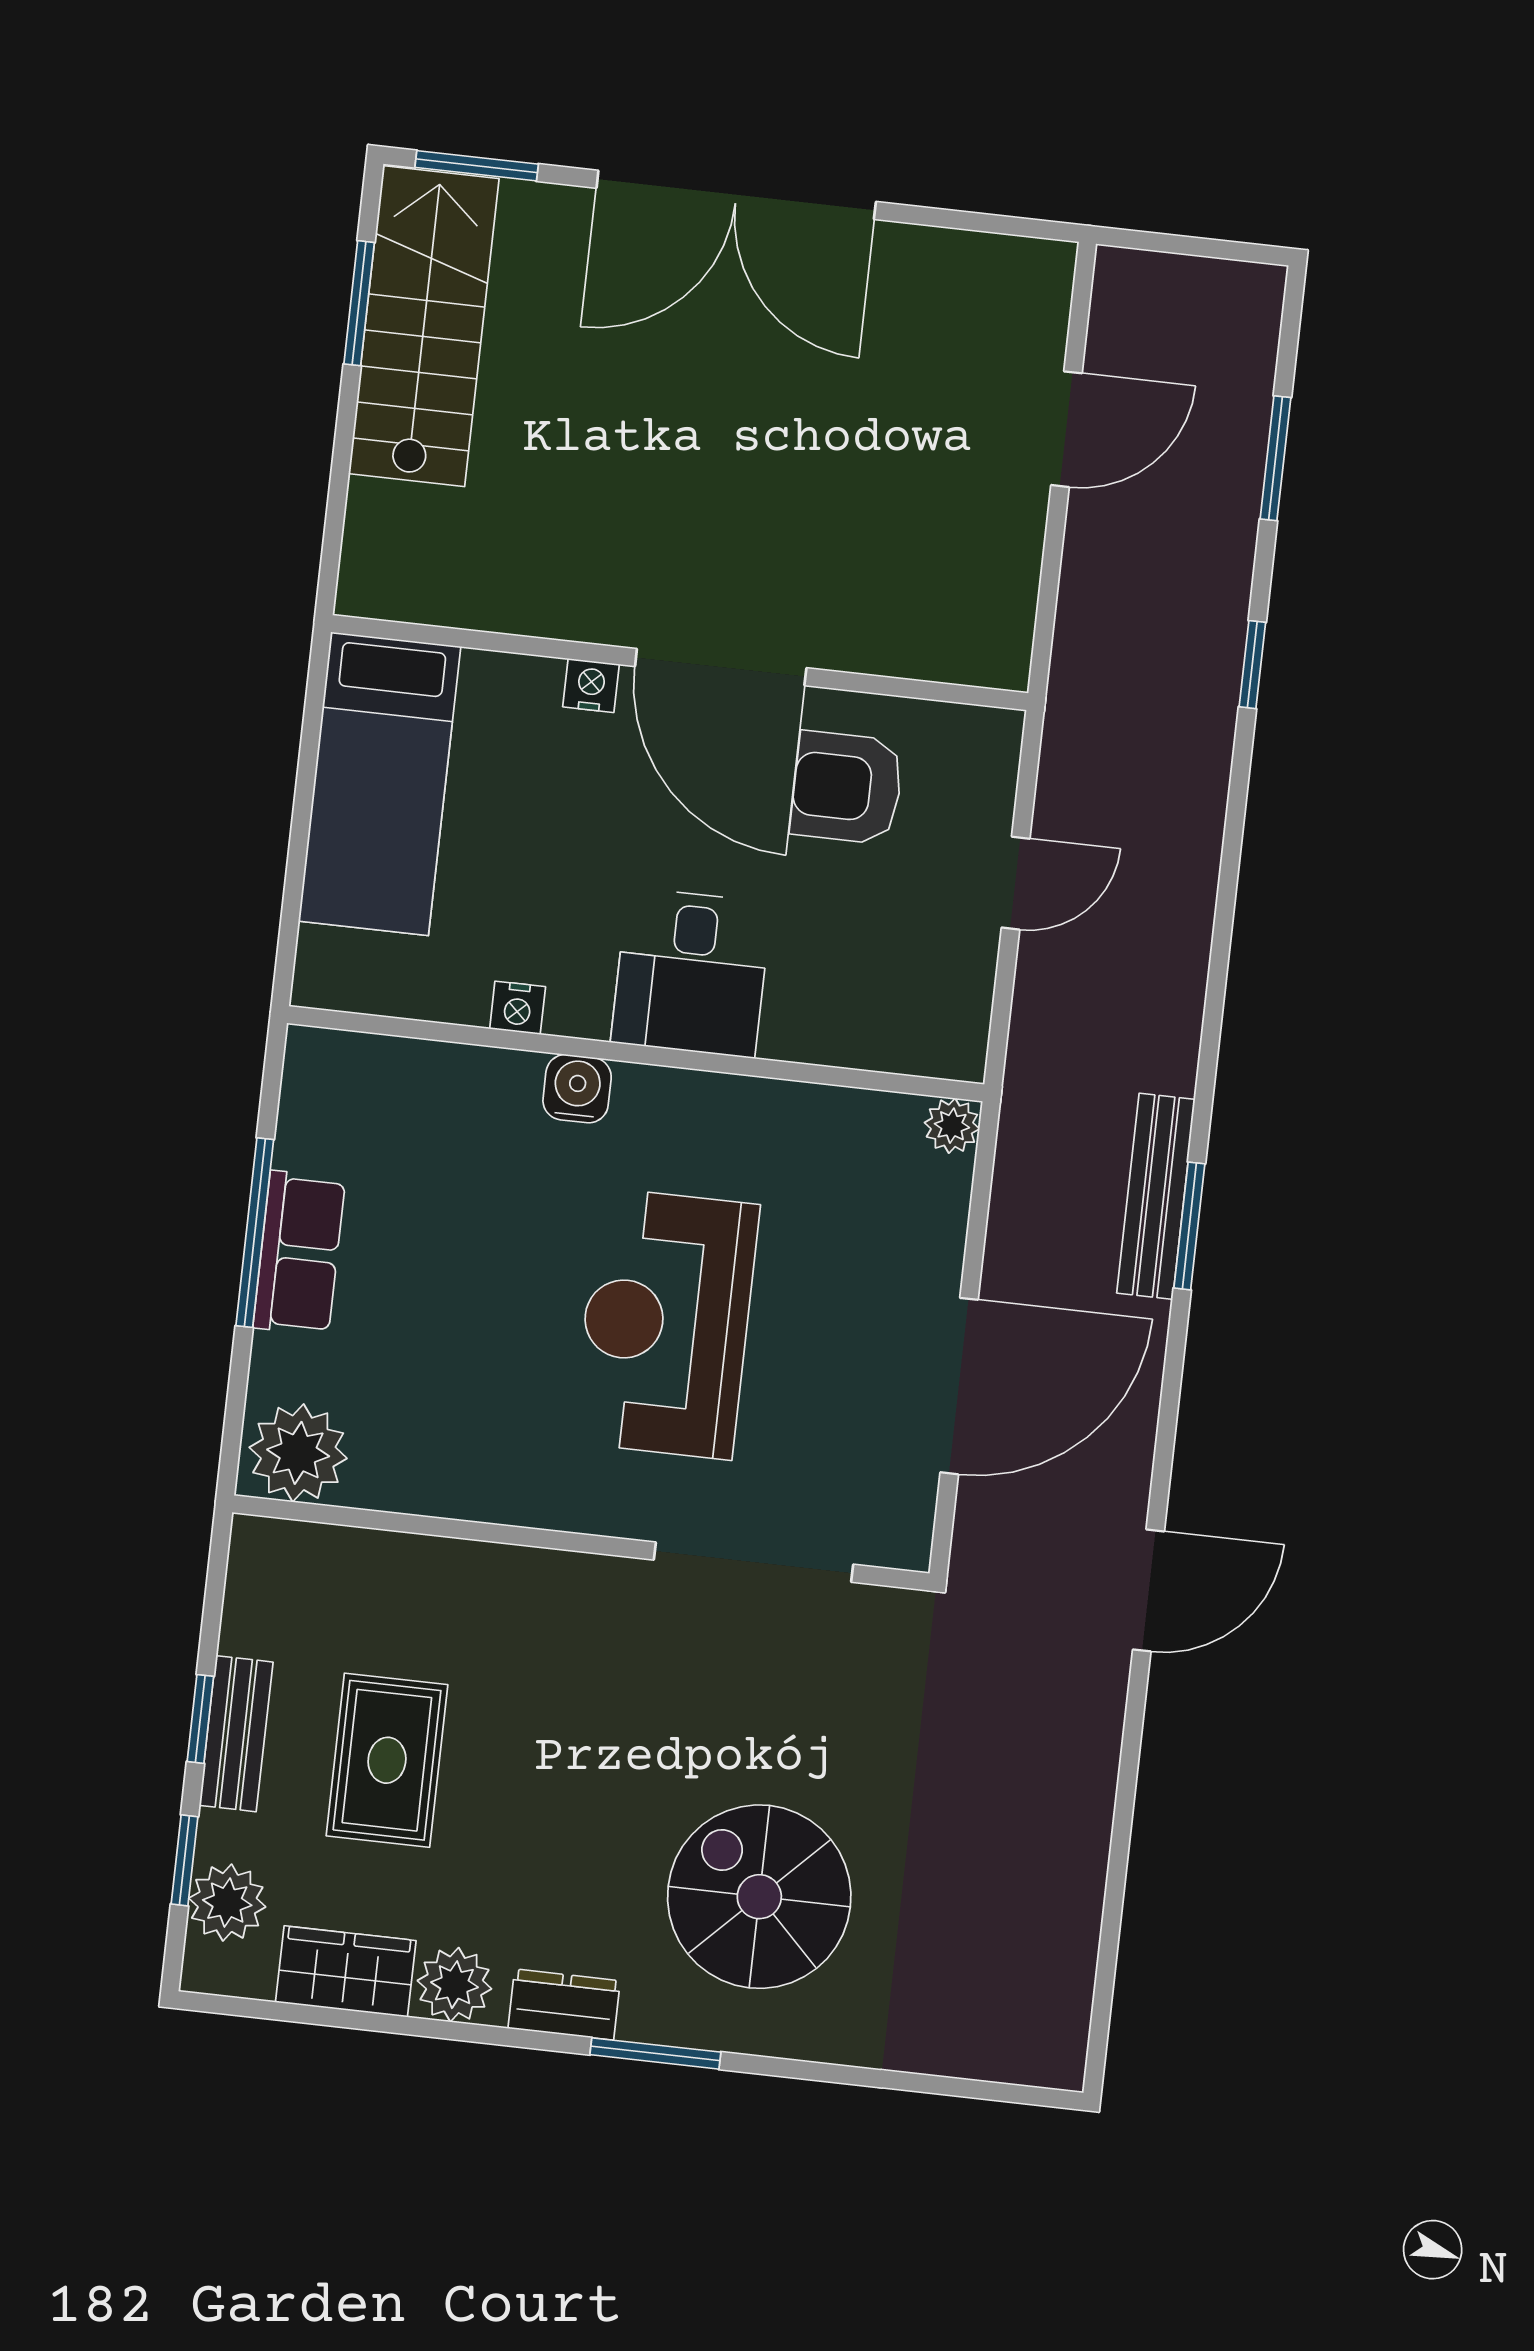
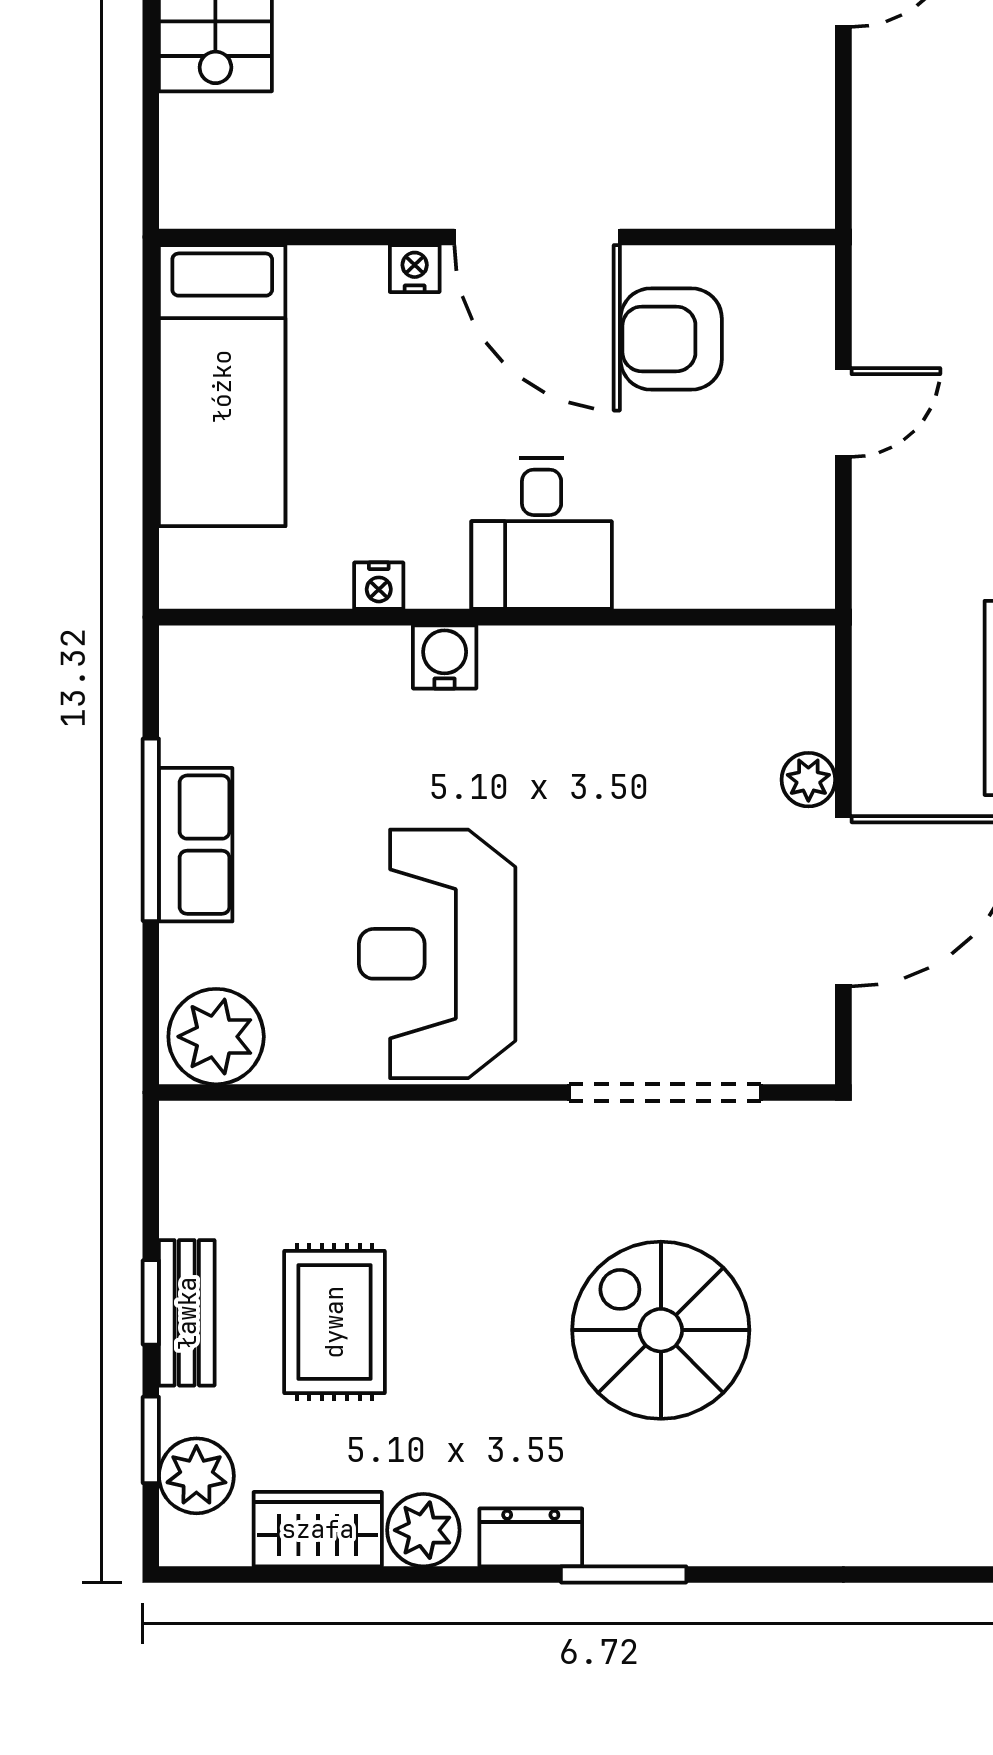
plant: (952, 1126) -> (808, 780), moved
reception desk: (666, 1324) -> (437, 954), moved
spiral stairs: (759, 1897) -> (661, 1330), moved

